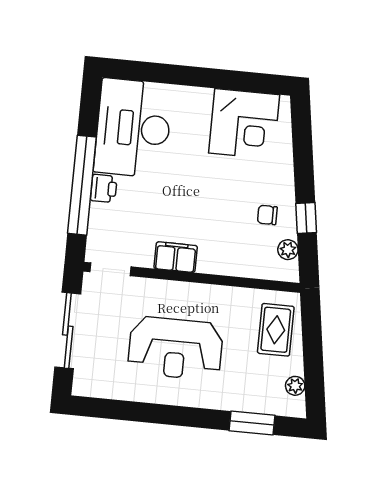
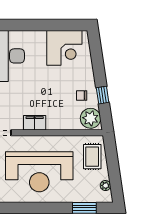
plant: (288, 250) -> (90, 118), width x1.87, depth x1.87
reception desk: (175, 348) -> (39, 172), width x1.36, depth x1.30

